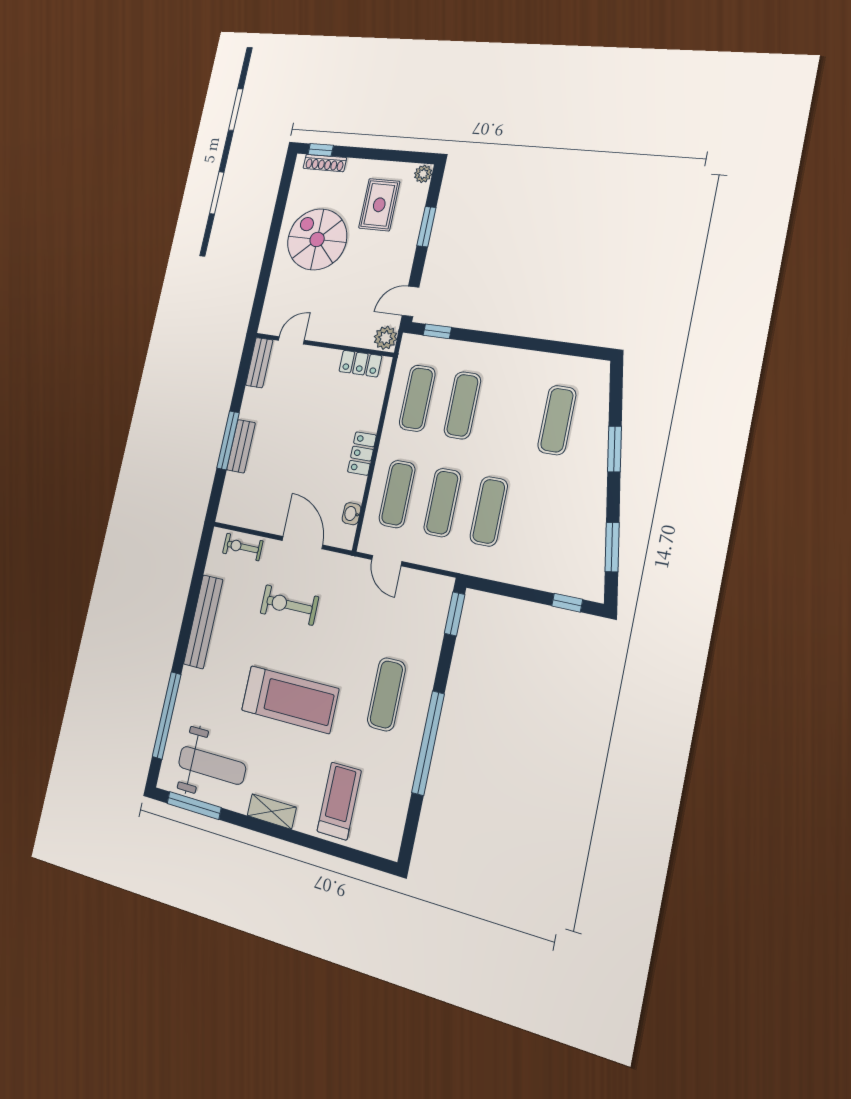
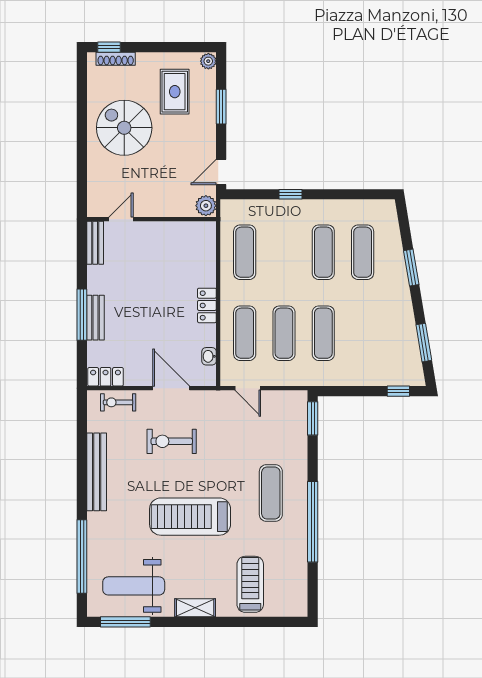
window: (437, 331) -> (290, 194), moved
locker: (360, 364) -> (106, 377), moved, turned 180
exercise mat: (462, 405) -> (323, 252), moved
treadmill: (290, 699) -> (190, 517), turned 180
weight bench: (212, 765) -> (134, 586), turned 180

